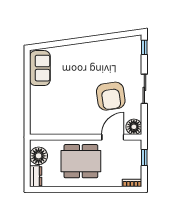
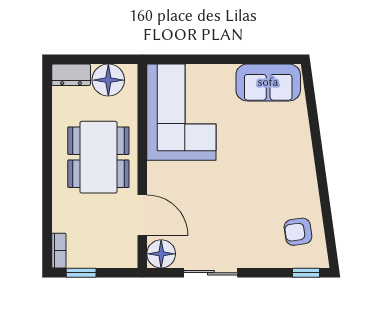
sliding door: (144, 89) -> (211, 273), moved
armchair: (111, 96) -> (298, 232), moved, width x0.53, depth x0.53
corner sofa: (56, 116) -> (181, 112), added
window: (144, 157) -> (81, 273), moved

